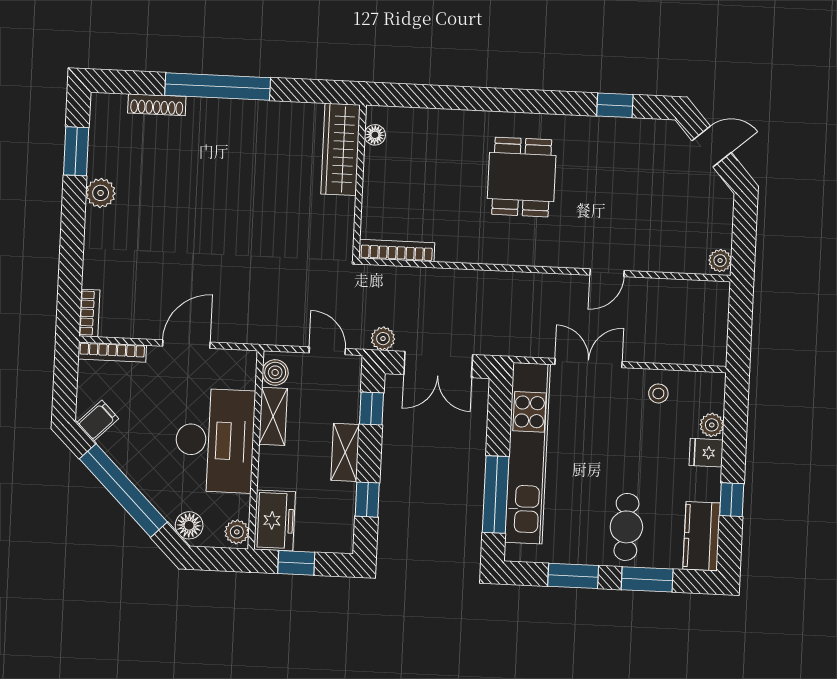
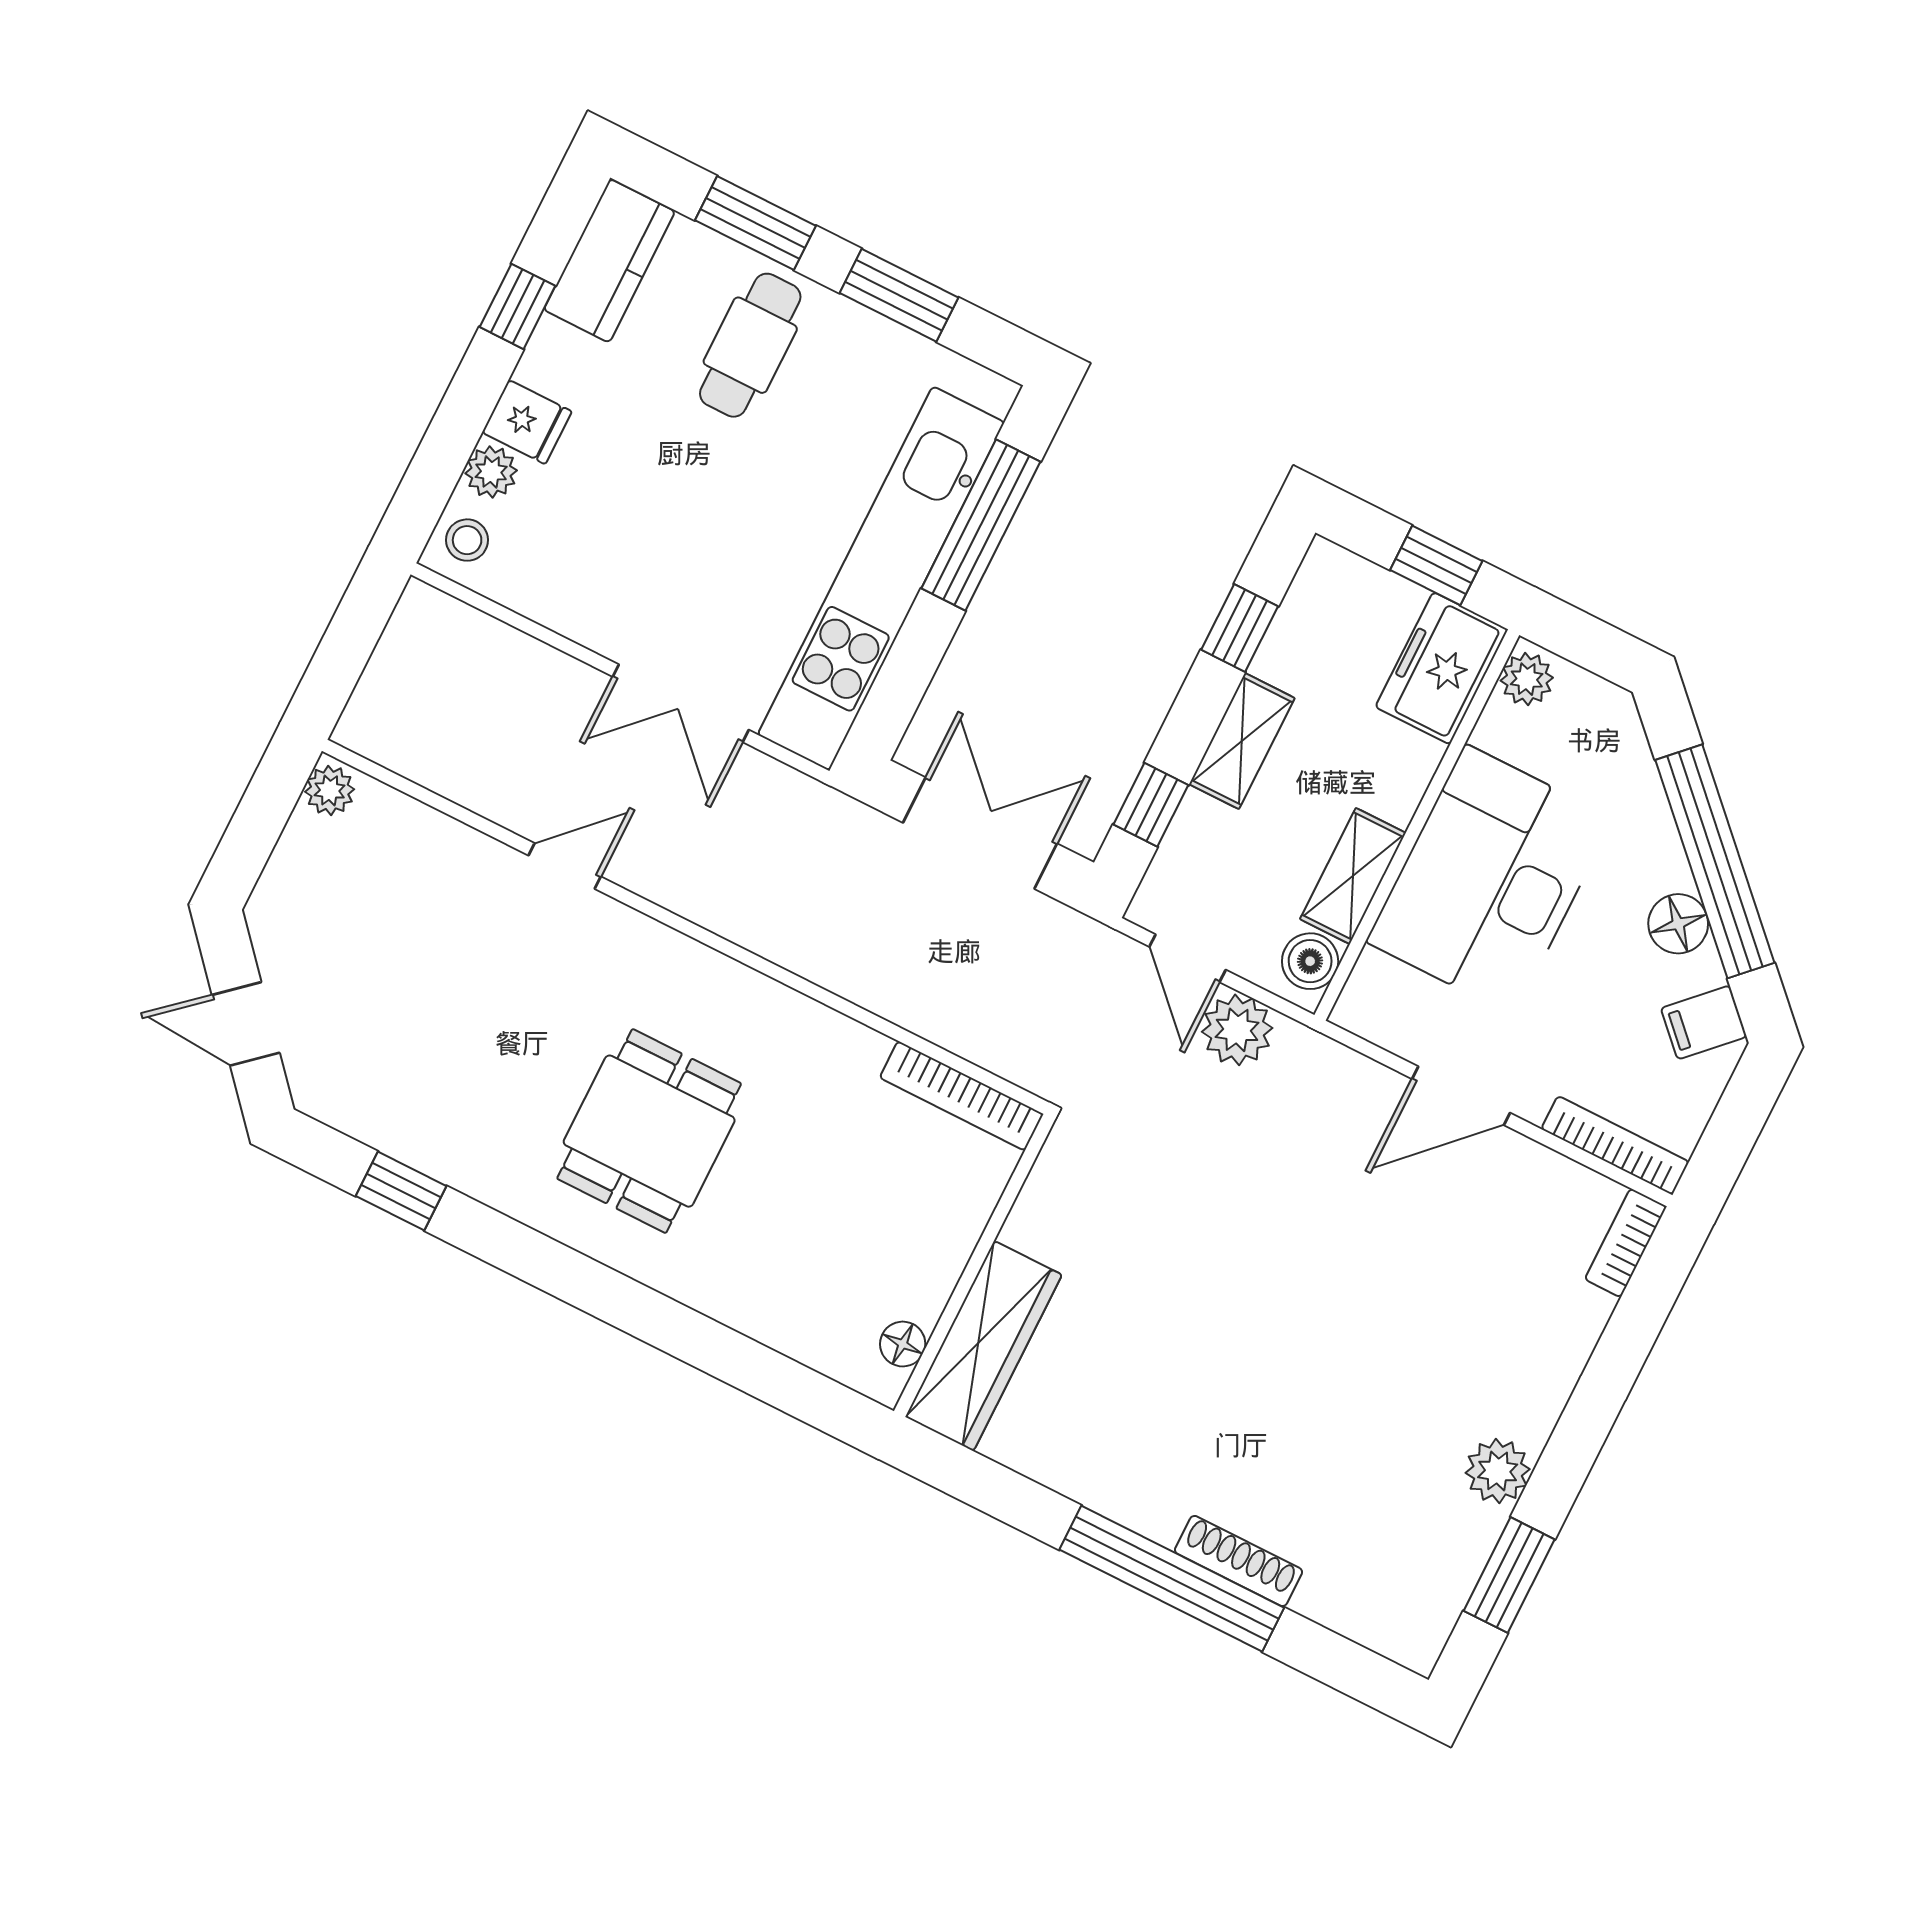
shoe rack: (157, 105) -> (1239, 1561), moved
plant: (383, 339) -> (1237, 1030), moved, width x1.38, depth x1.38
stool: (658, 393) -> (467, 540), moved
floor lamp: (189, 525) -> (1678, 924), moved

